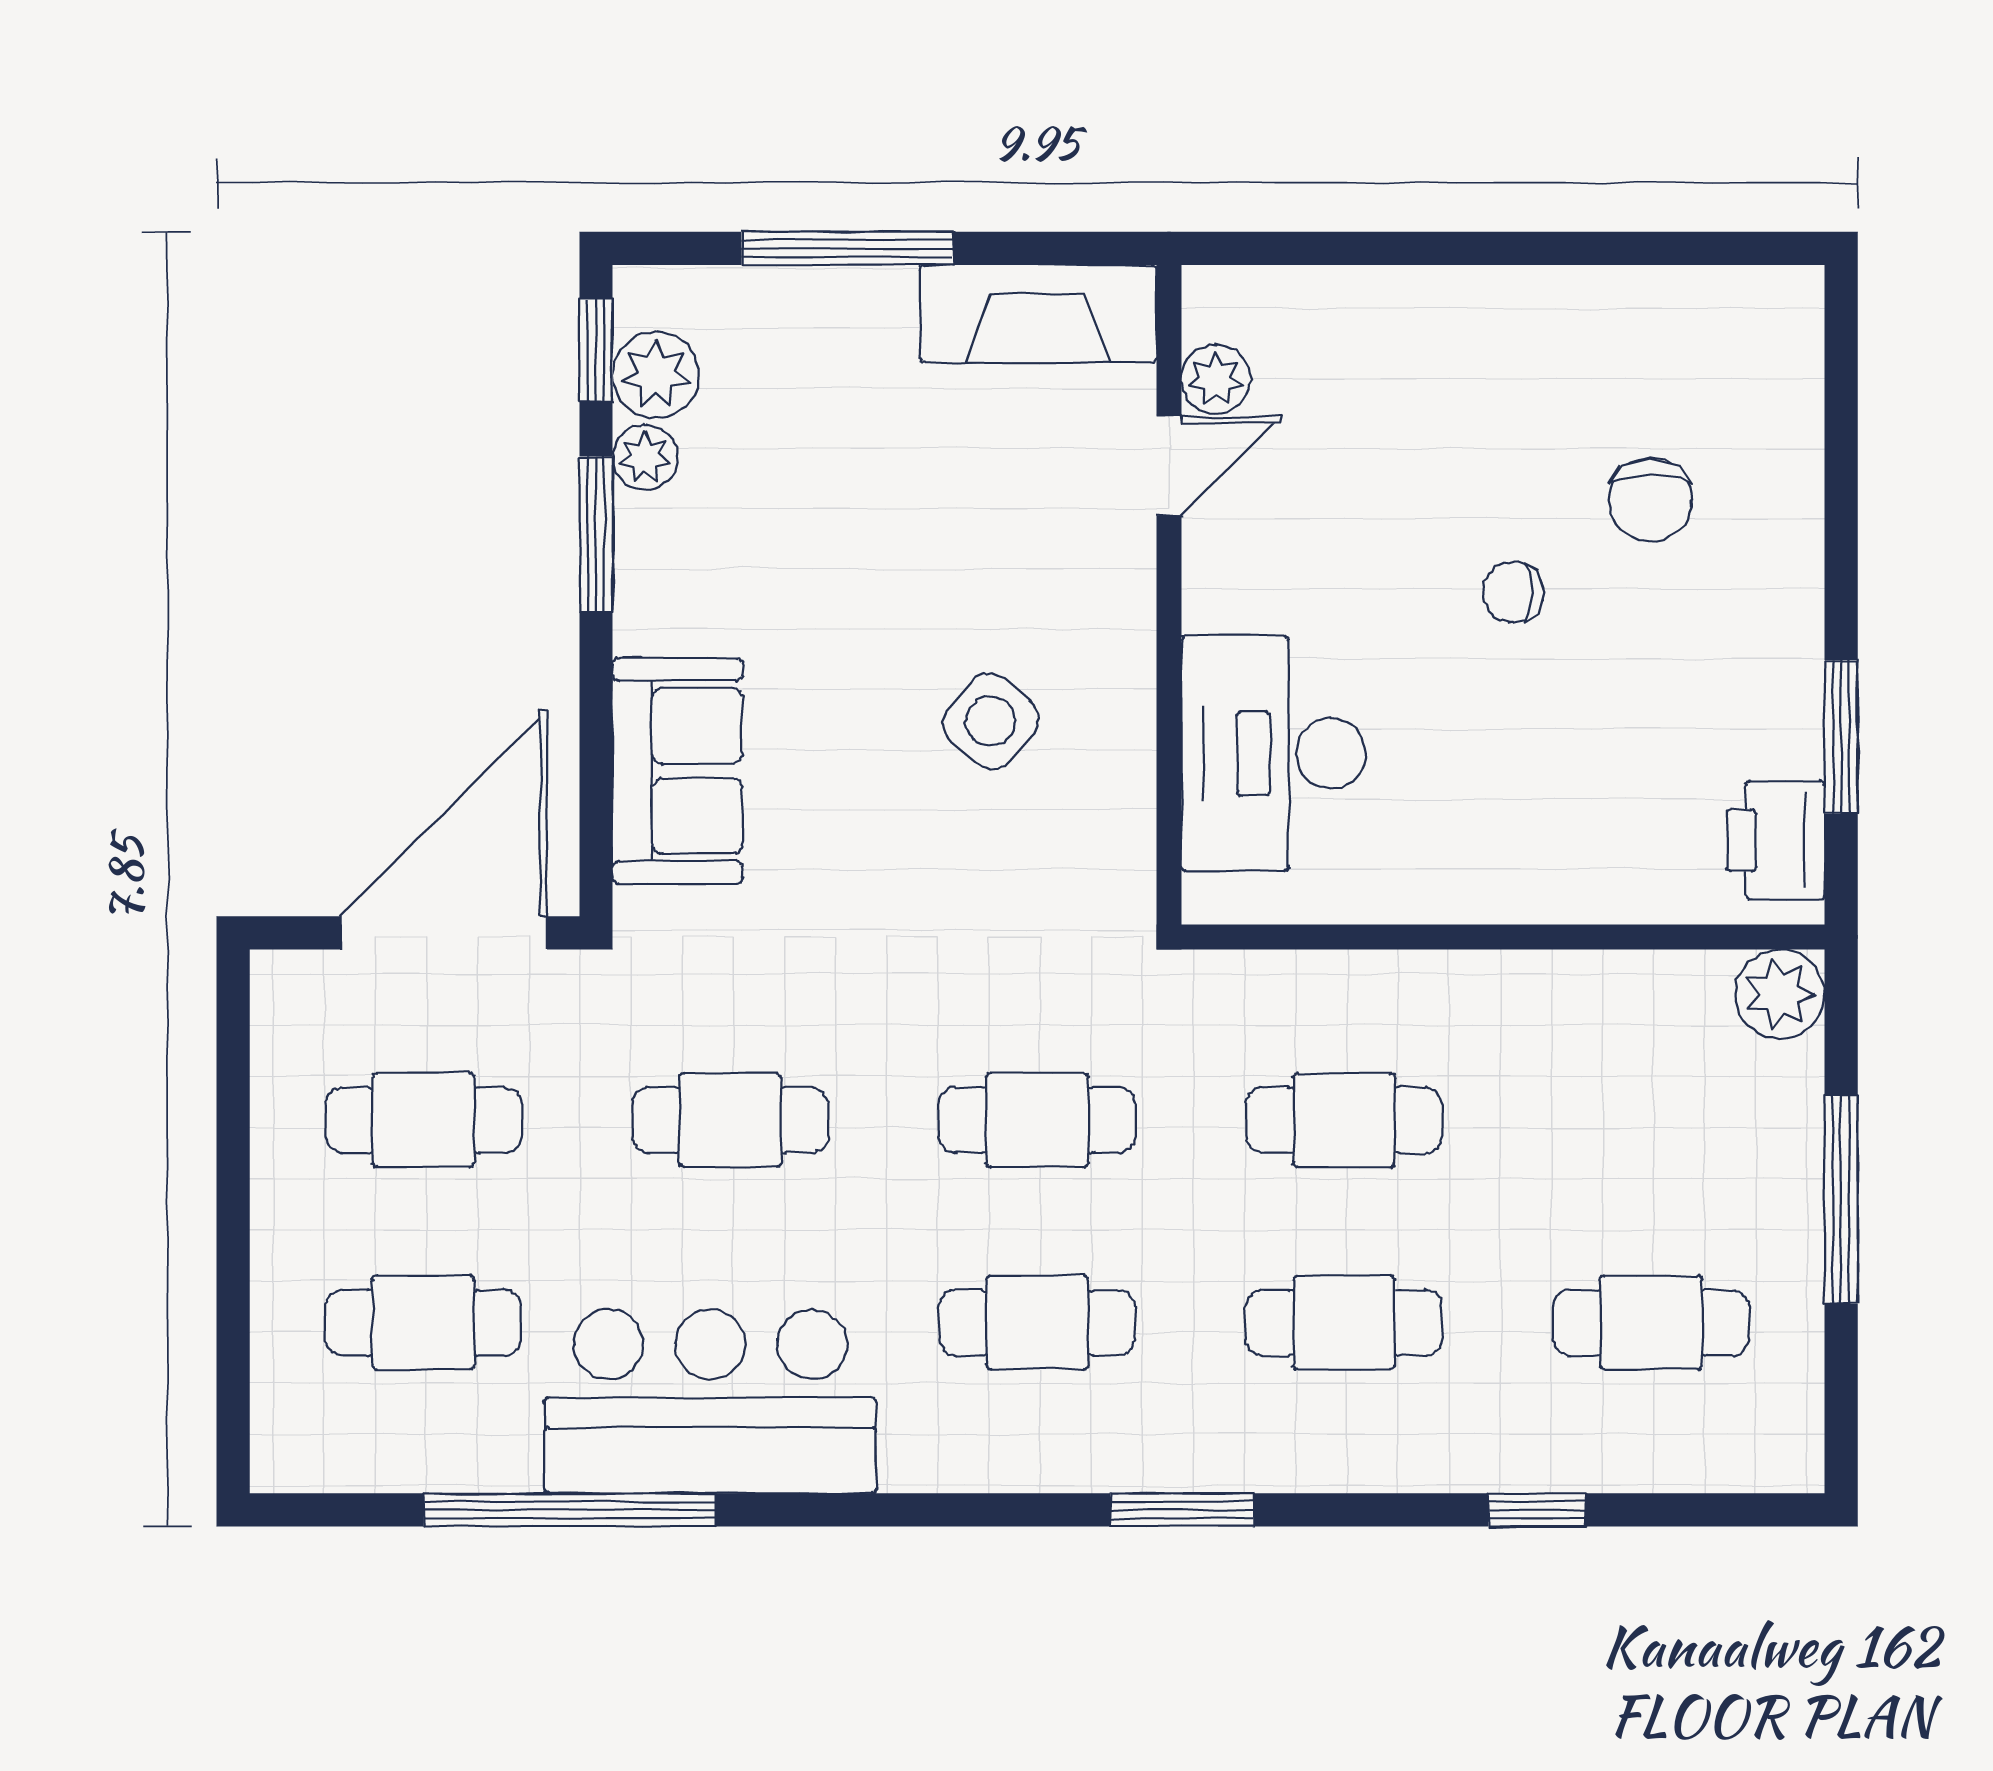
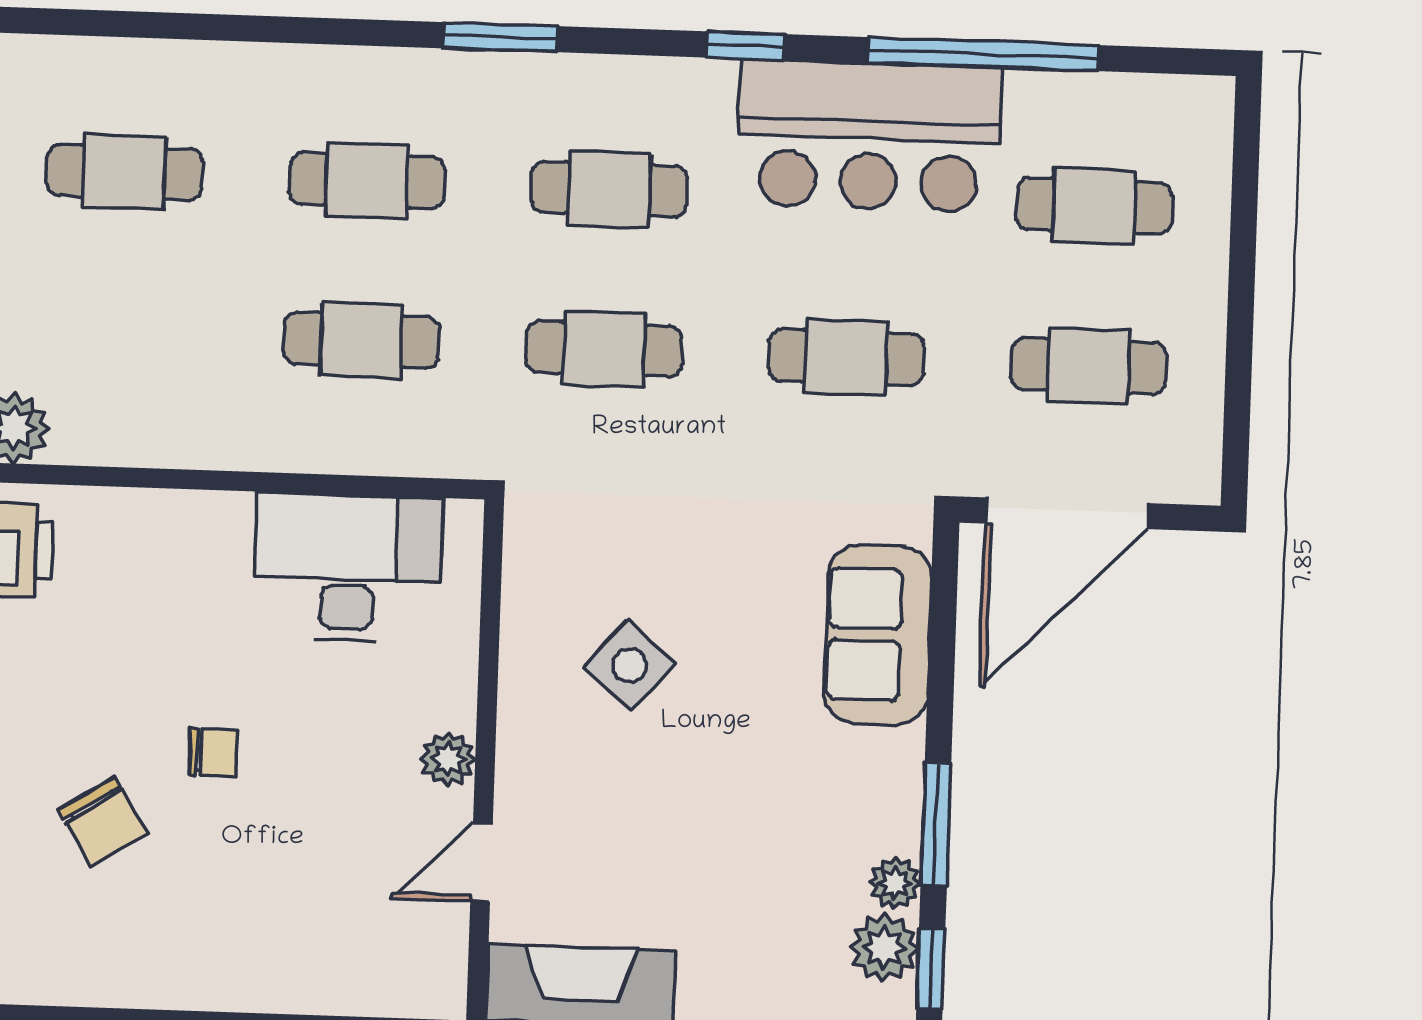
plant: (1216, 379) -> (448, 759), moved
chair: (1650, 500) -> (103, 822), turned 148
desk: (1274, 753) -> (348, 568), moved, turned -90
window: (1537, 1510) -> (746, 46), moved

